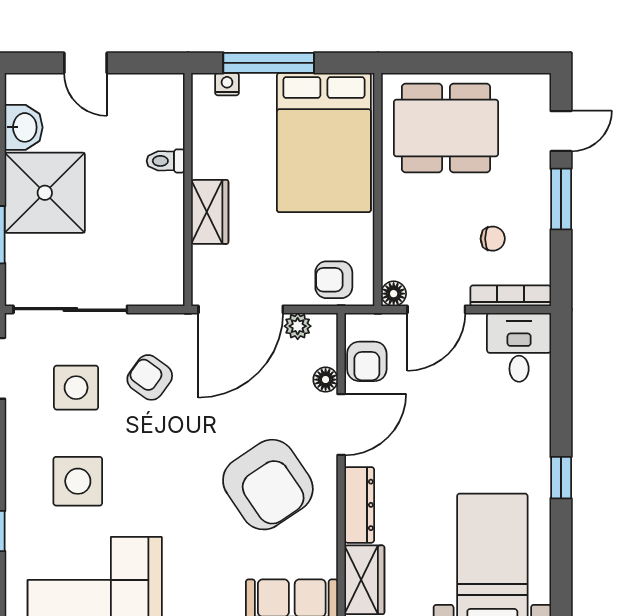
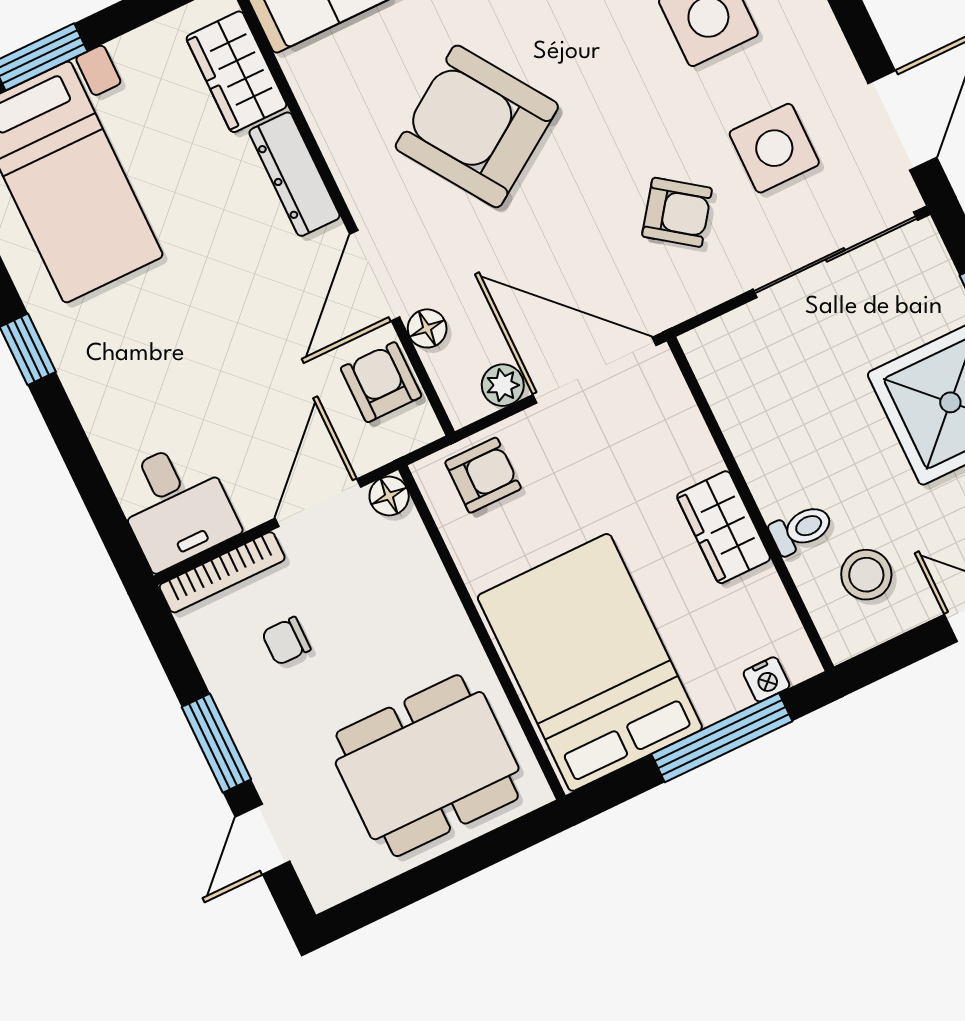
stool: (141, 117) -> (866, 575), added
wardrobe: (210, 212) -> (723, 527), moved
door: (241, 309) -> (594, 370), hinge flipped
armchair: (268, 485) -> (477, 126), moved

